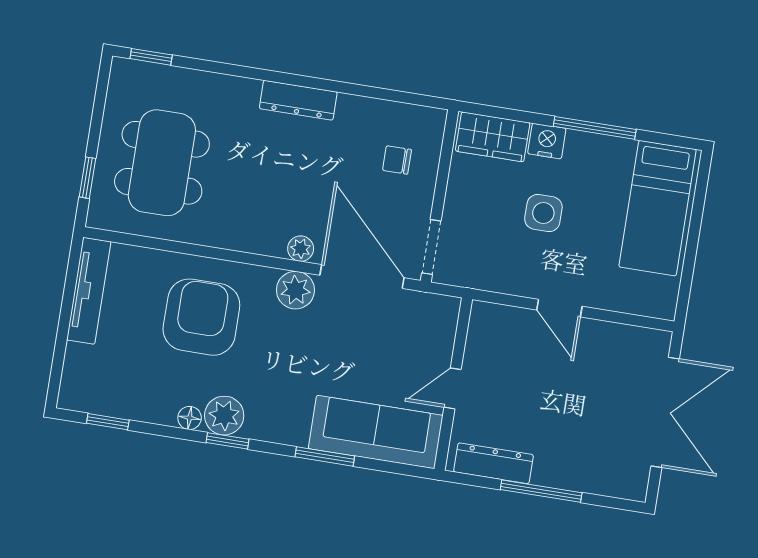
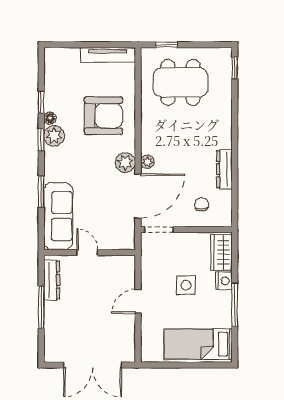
dresser: (298, 100) -> (224, 169), moved
window: (108, 422) -> (41, 102), moved

